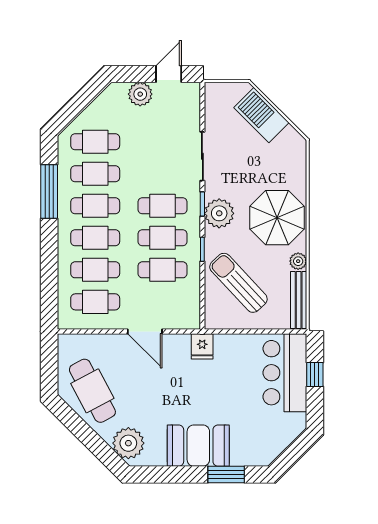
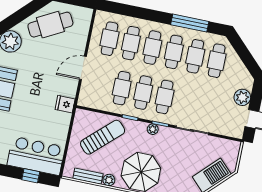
plant: (219, 213) -> (153, 129), width x0.53, depth x0.53
bench: (299, 300) -> (88, 176), width x0.73

